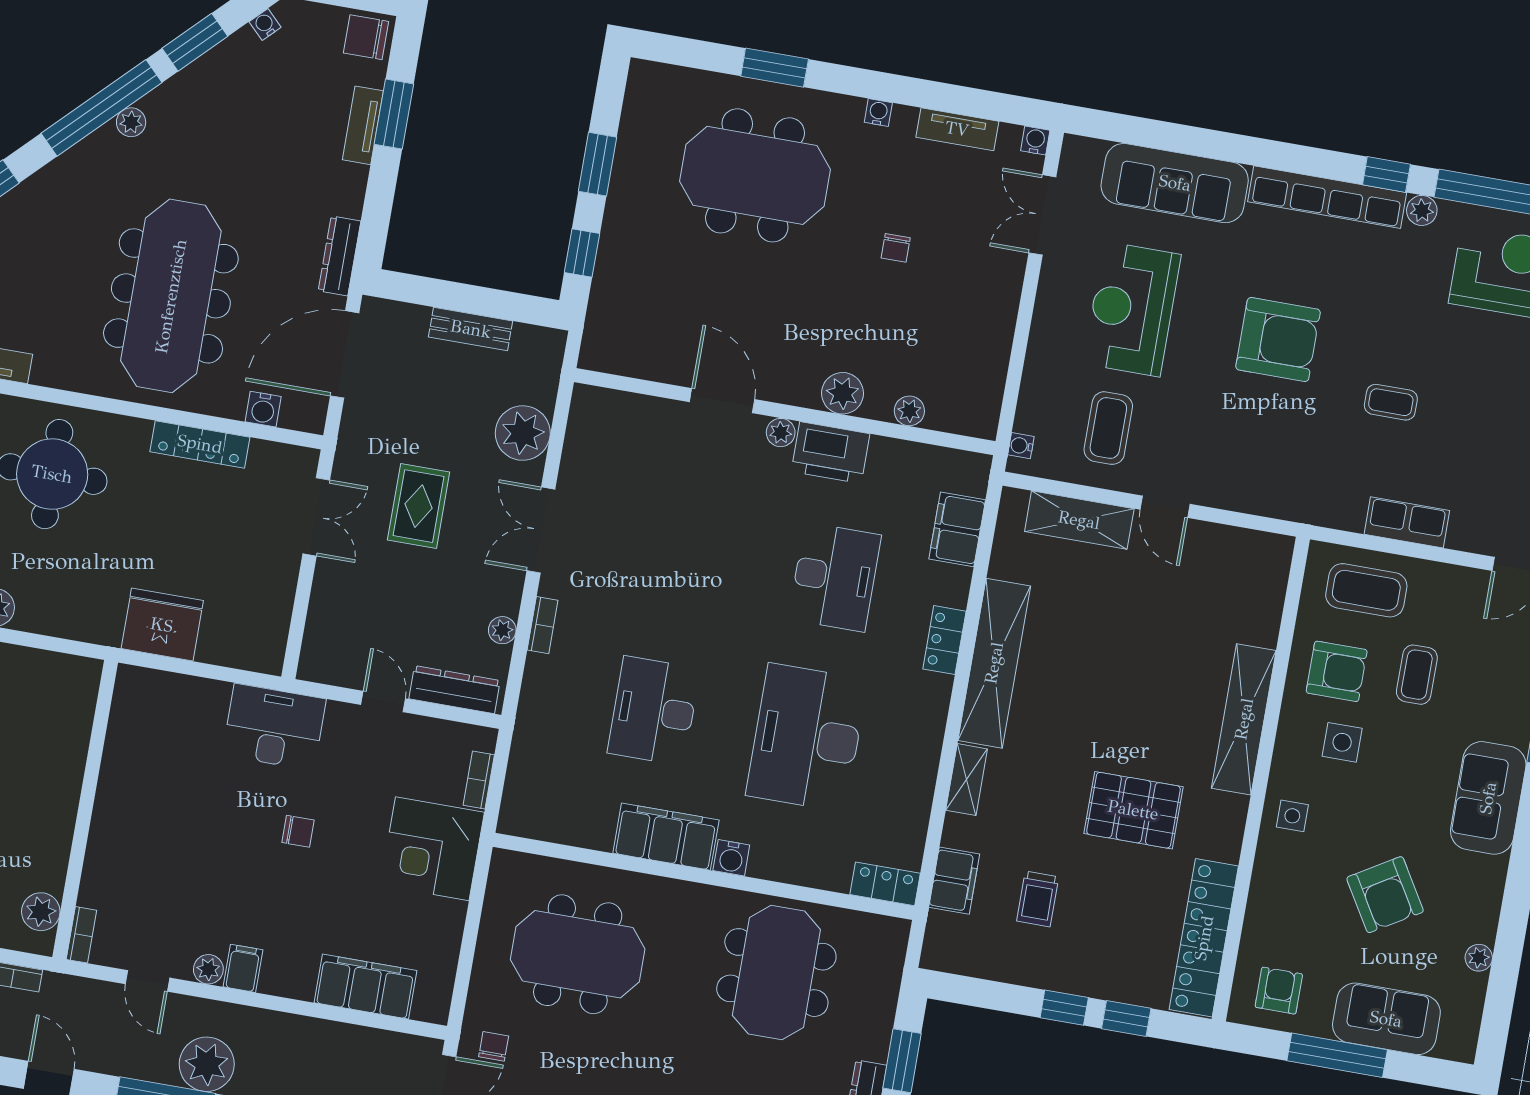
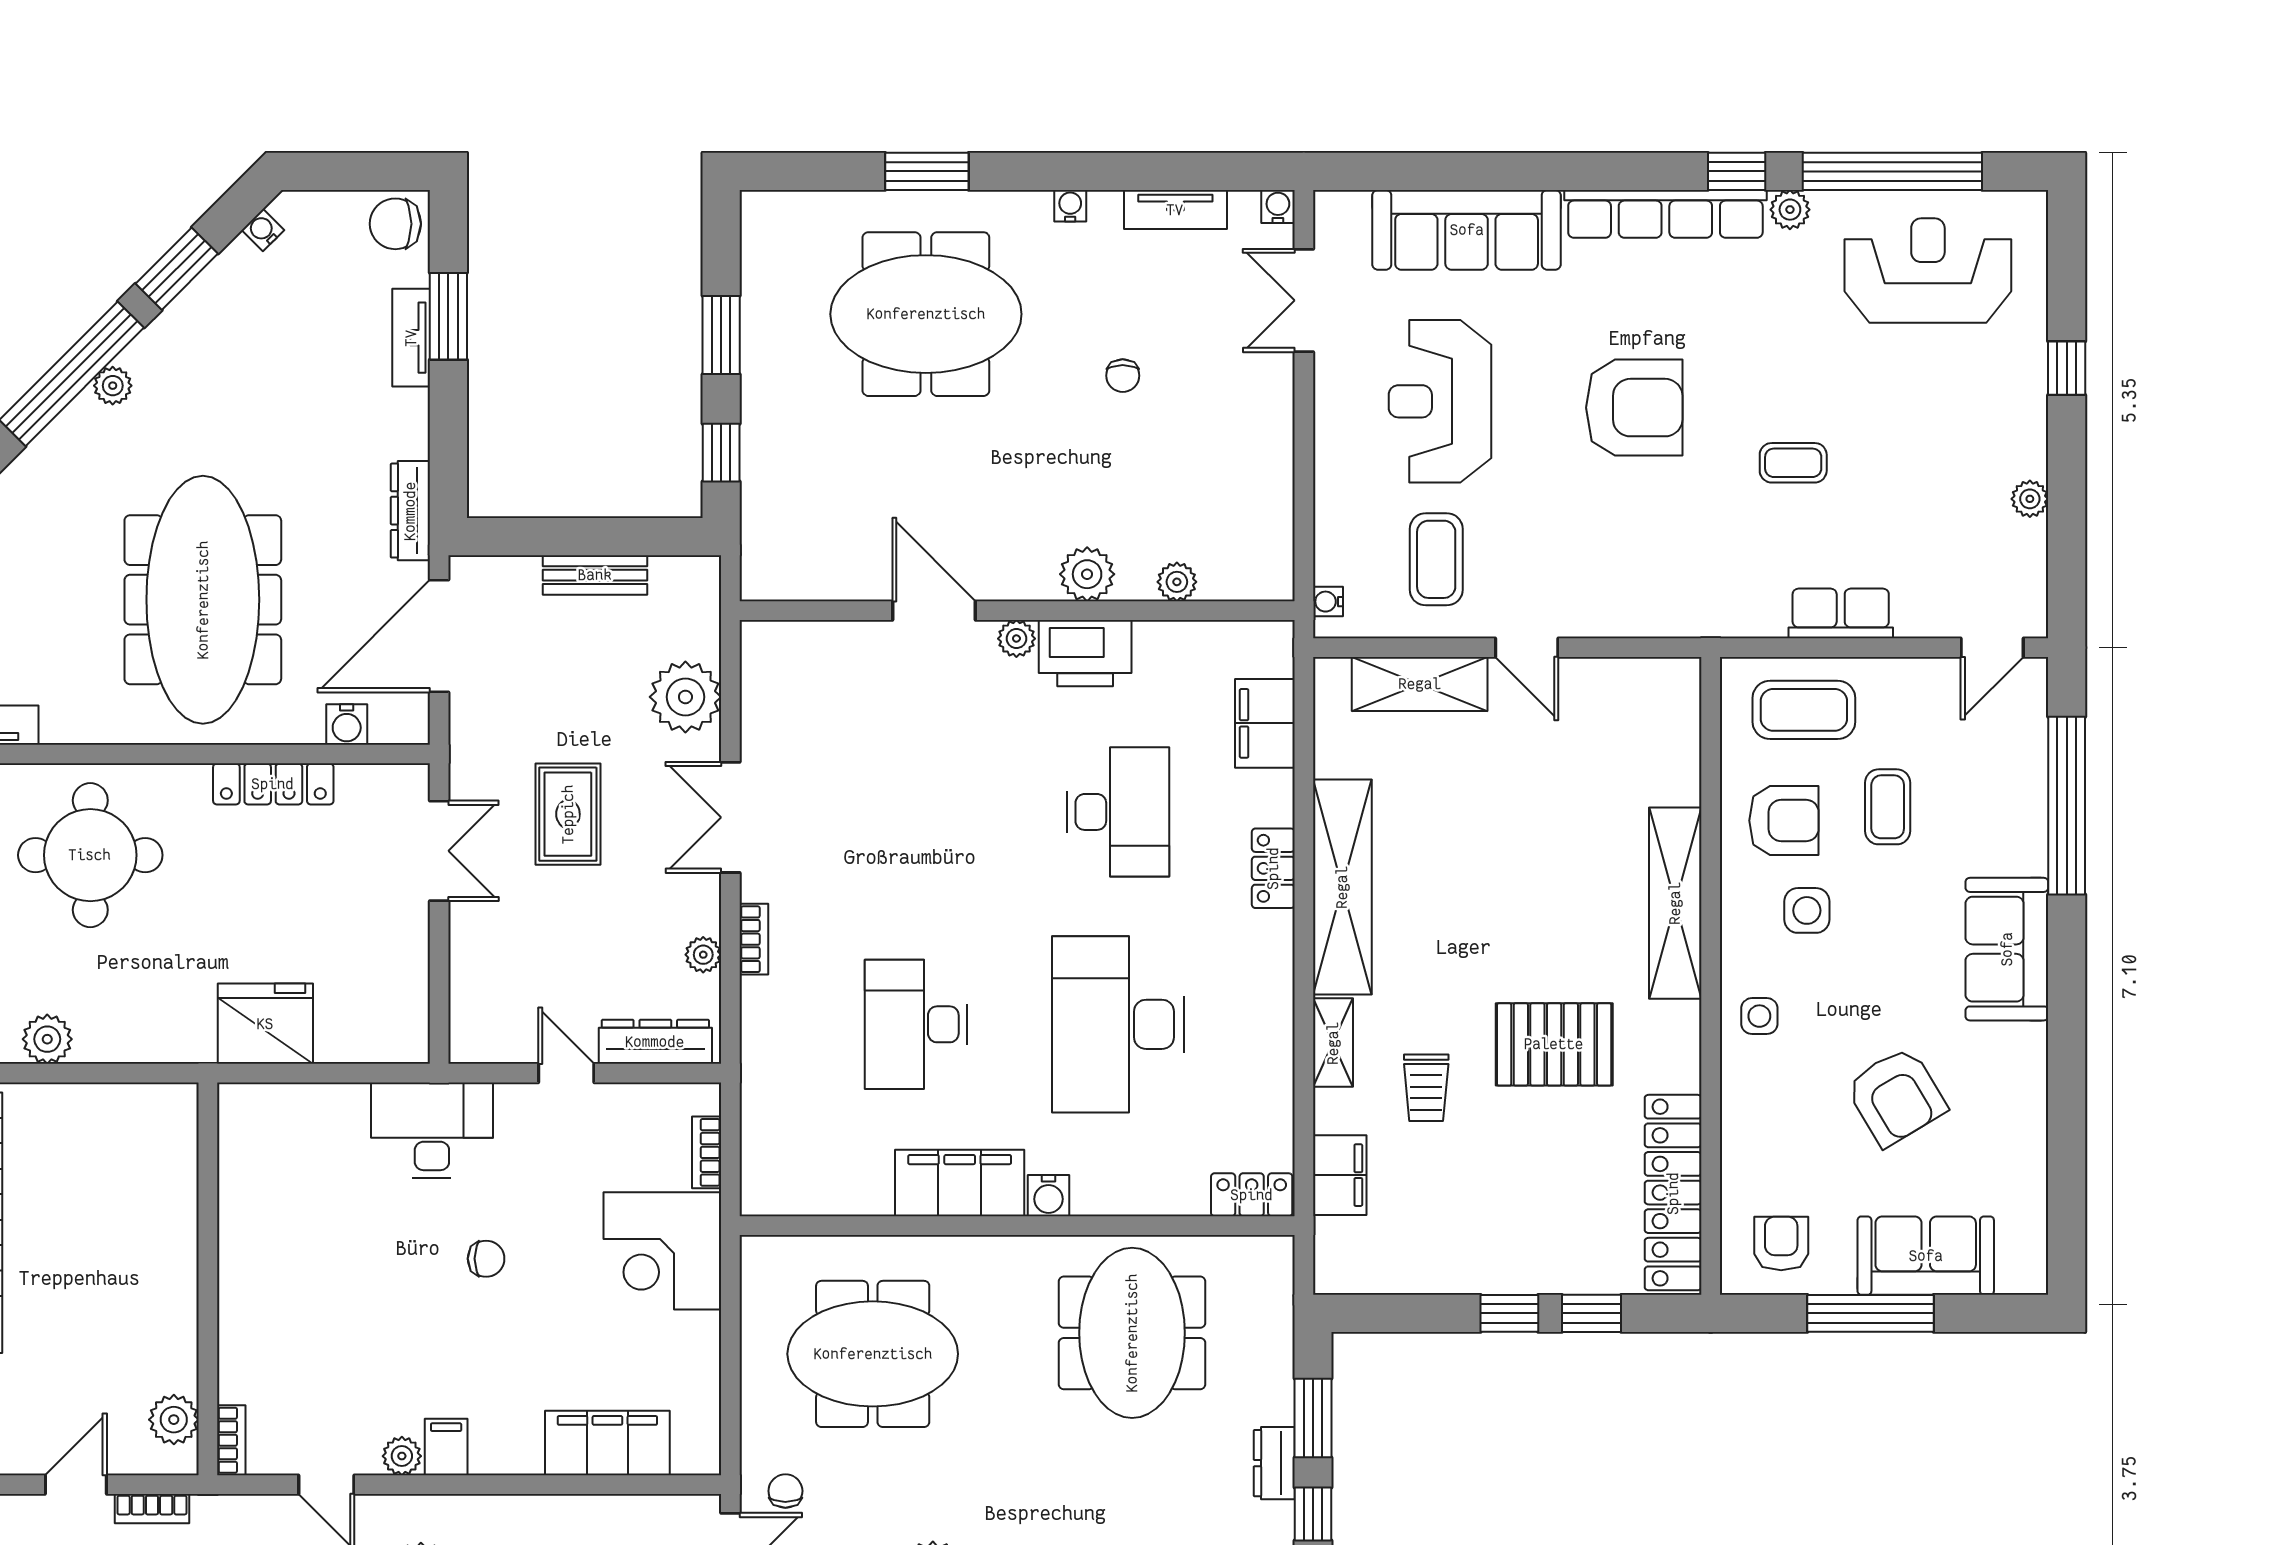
trolley: (1038, 899) -> (1426, 1088), moved
plant: (1479, 958) -> (2031, 1156), removed

